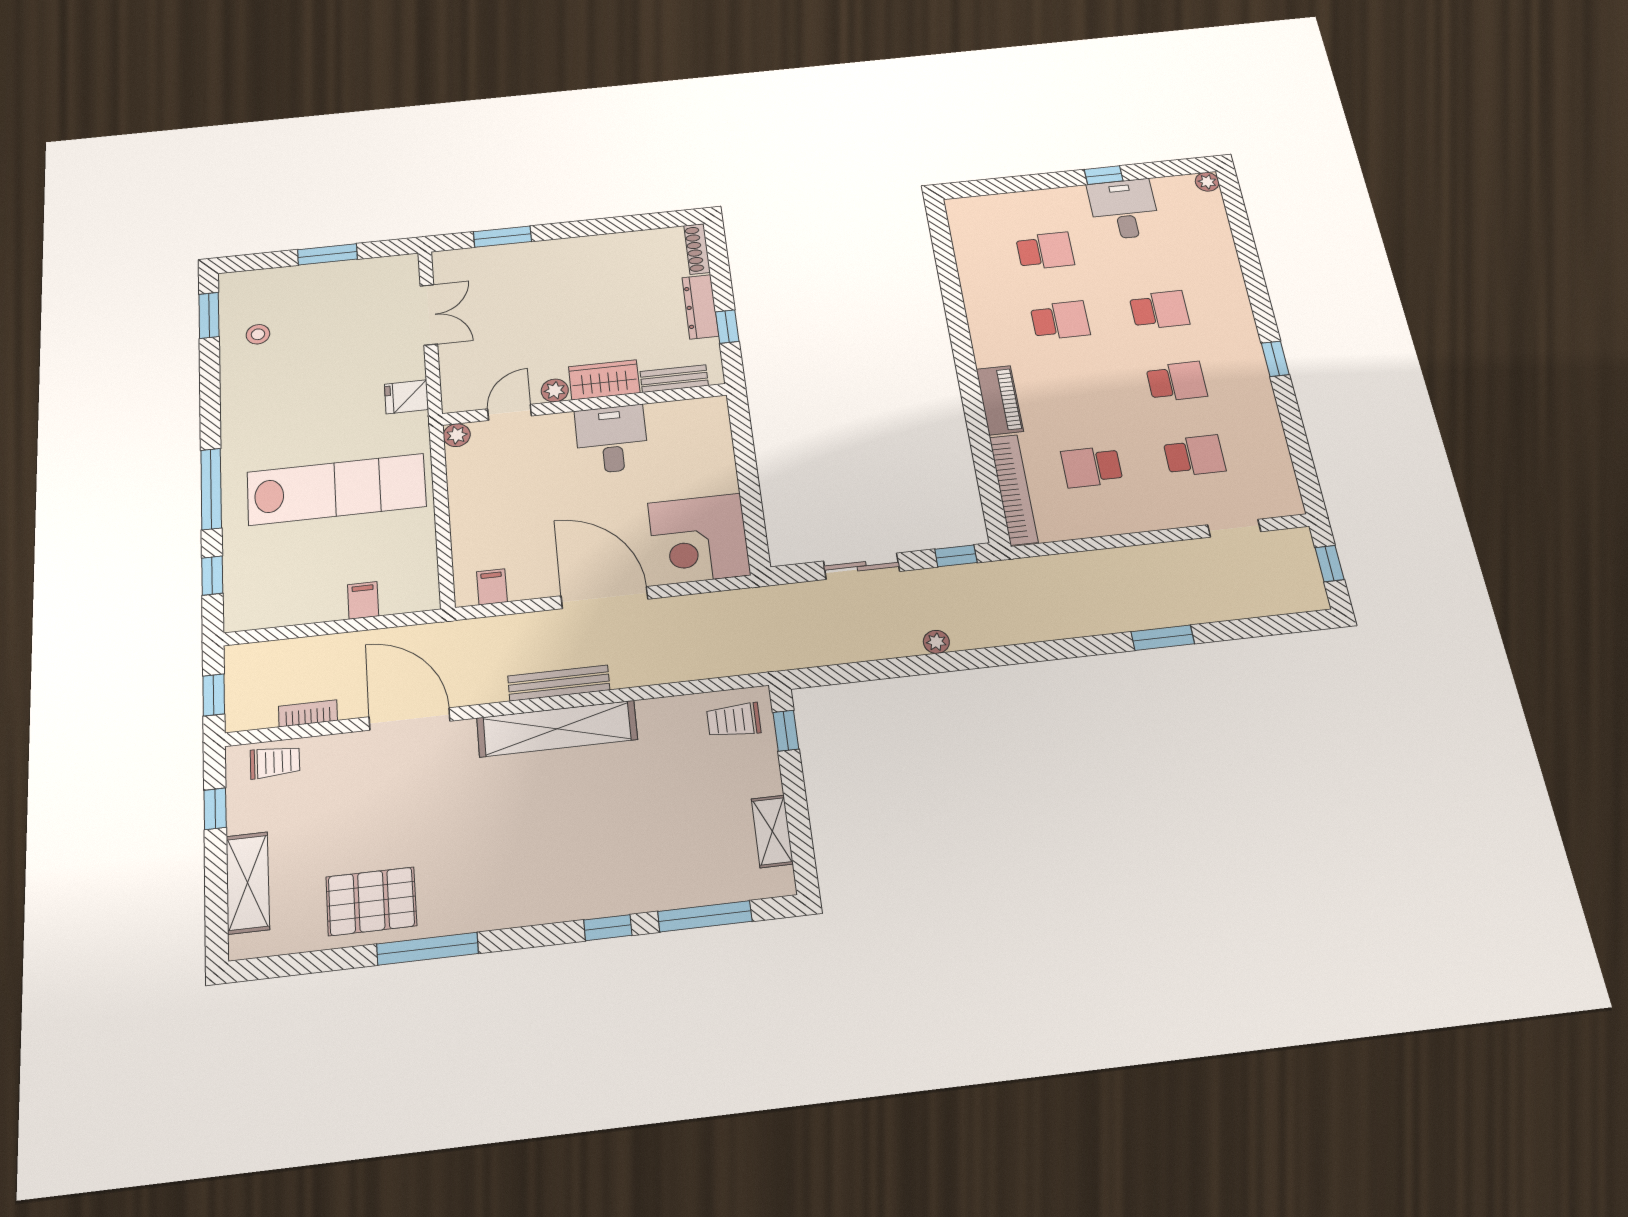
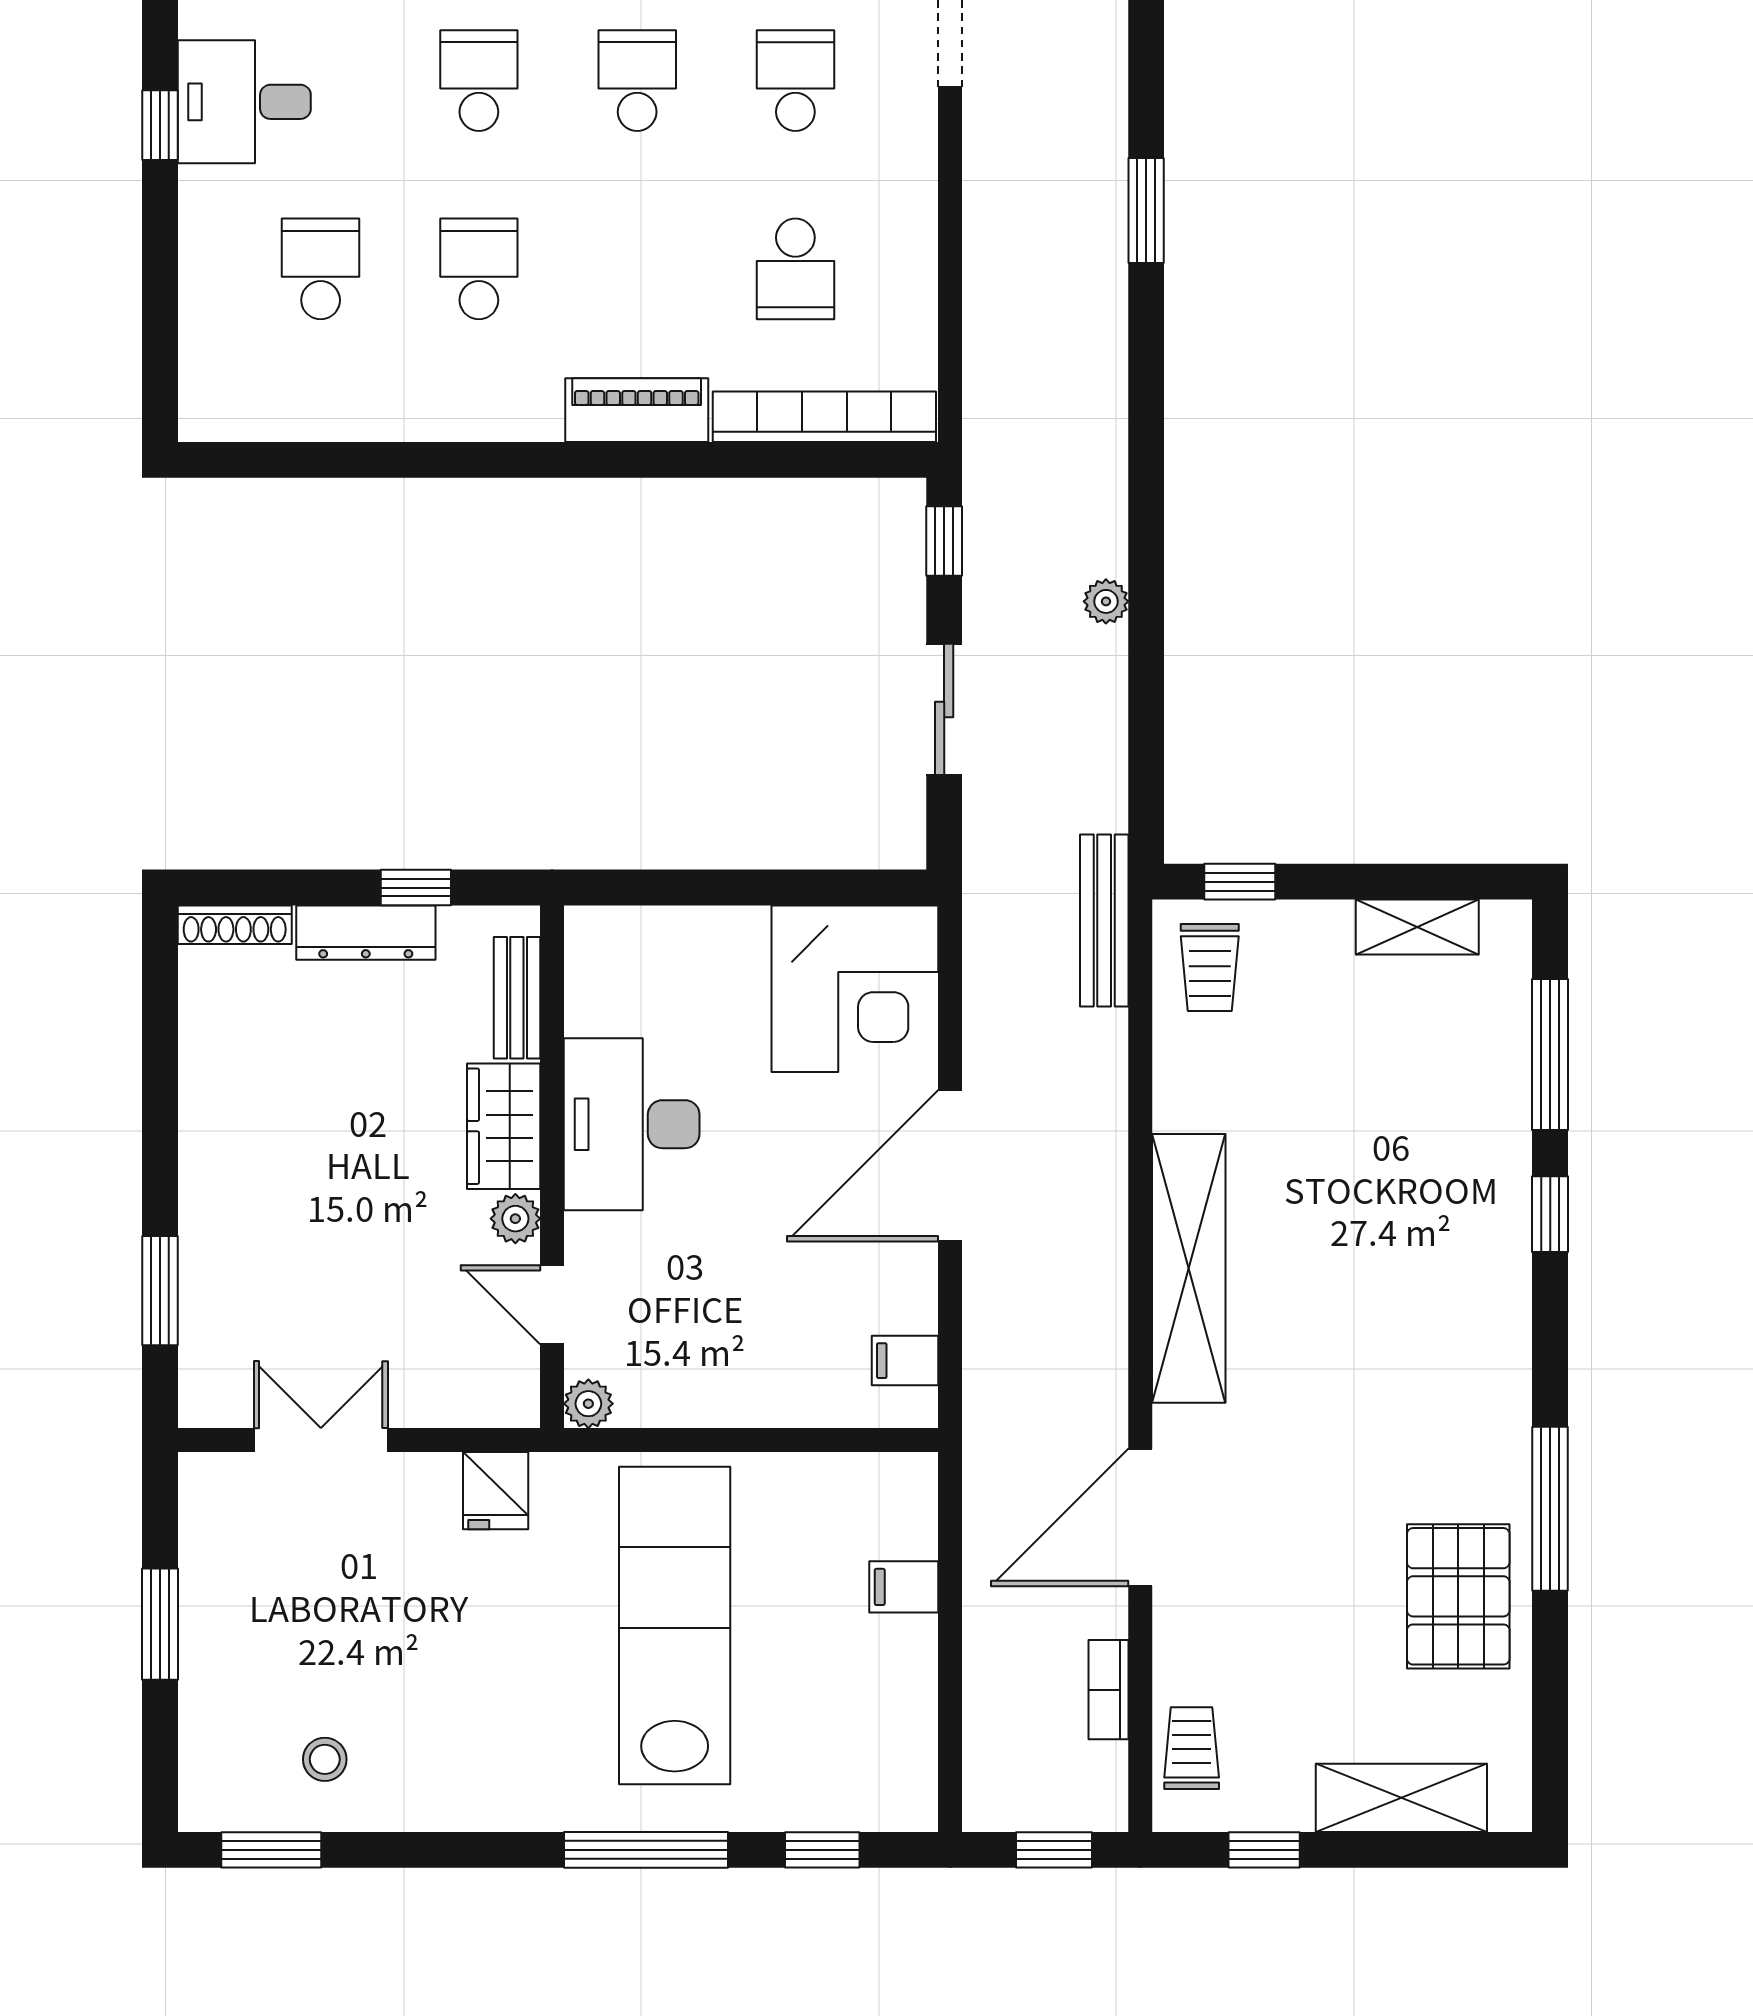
desk: (612, 439) -> (632, 1124), width x1.37
bench: (559, 683) -> (1104, 920), moved

